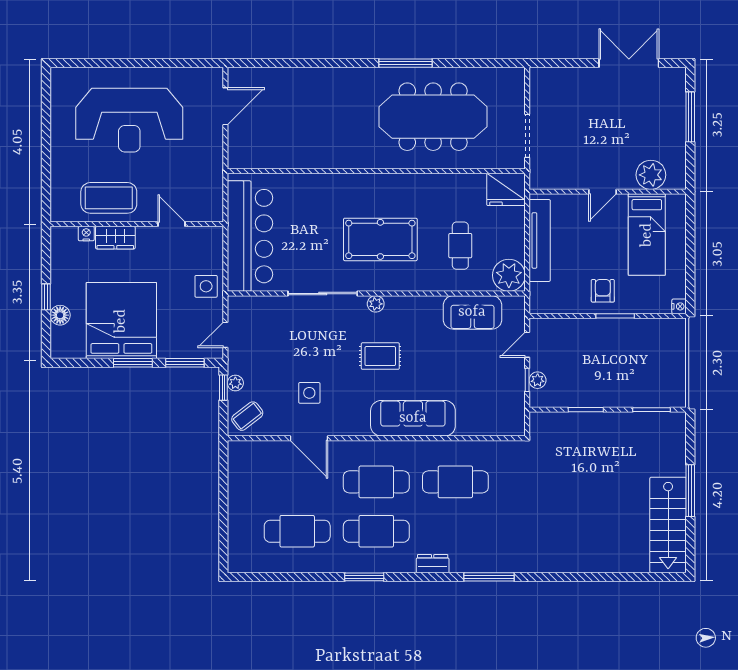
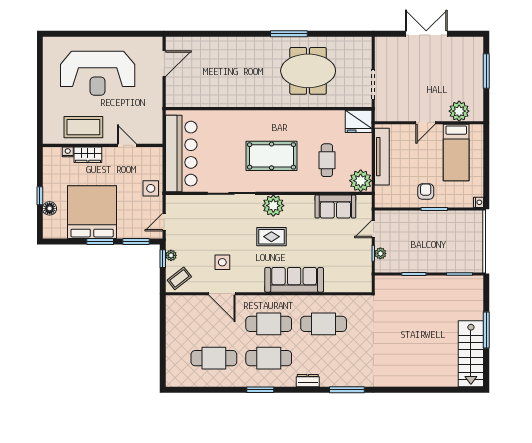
double door: (629, 63) -> (426, 34), moved
meeting table: (433, 117) -> (308, 71), width x0.73
plant: (376, 304) -> (273, 206), width x1.87, depth x1.87

